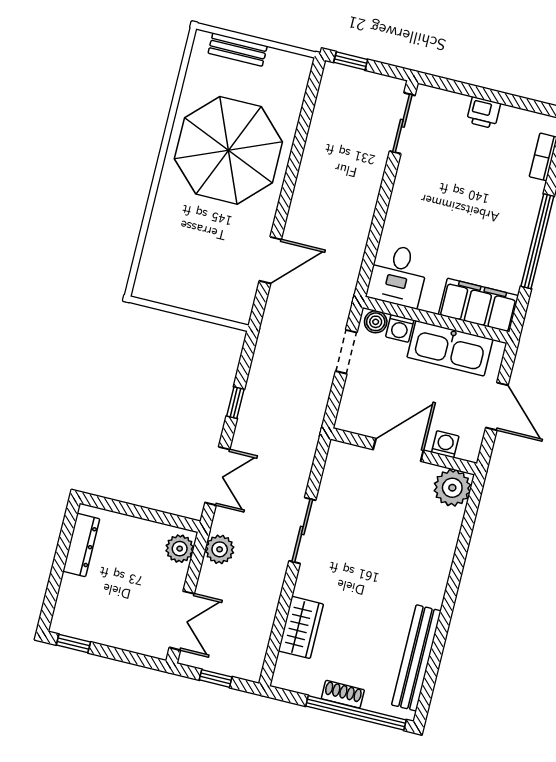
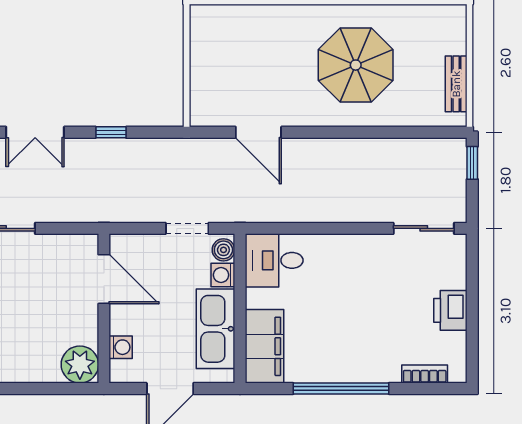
bench: (238, 50) -> (456, 84), moved
printer: (484, 113) -> (450, 310), width x1.36, depth x1.24
parasol: (228, 150) -> (356, 65), width x0.73, depth x0.73
door: (398, 450) -> (104, 279), moved

